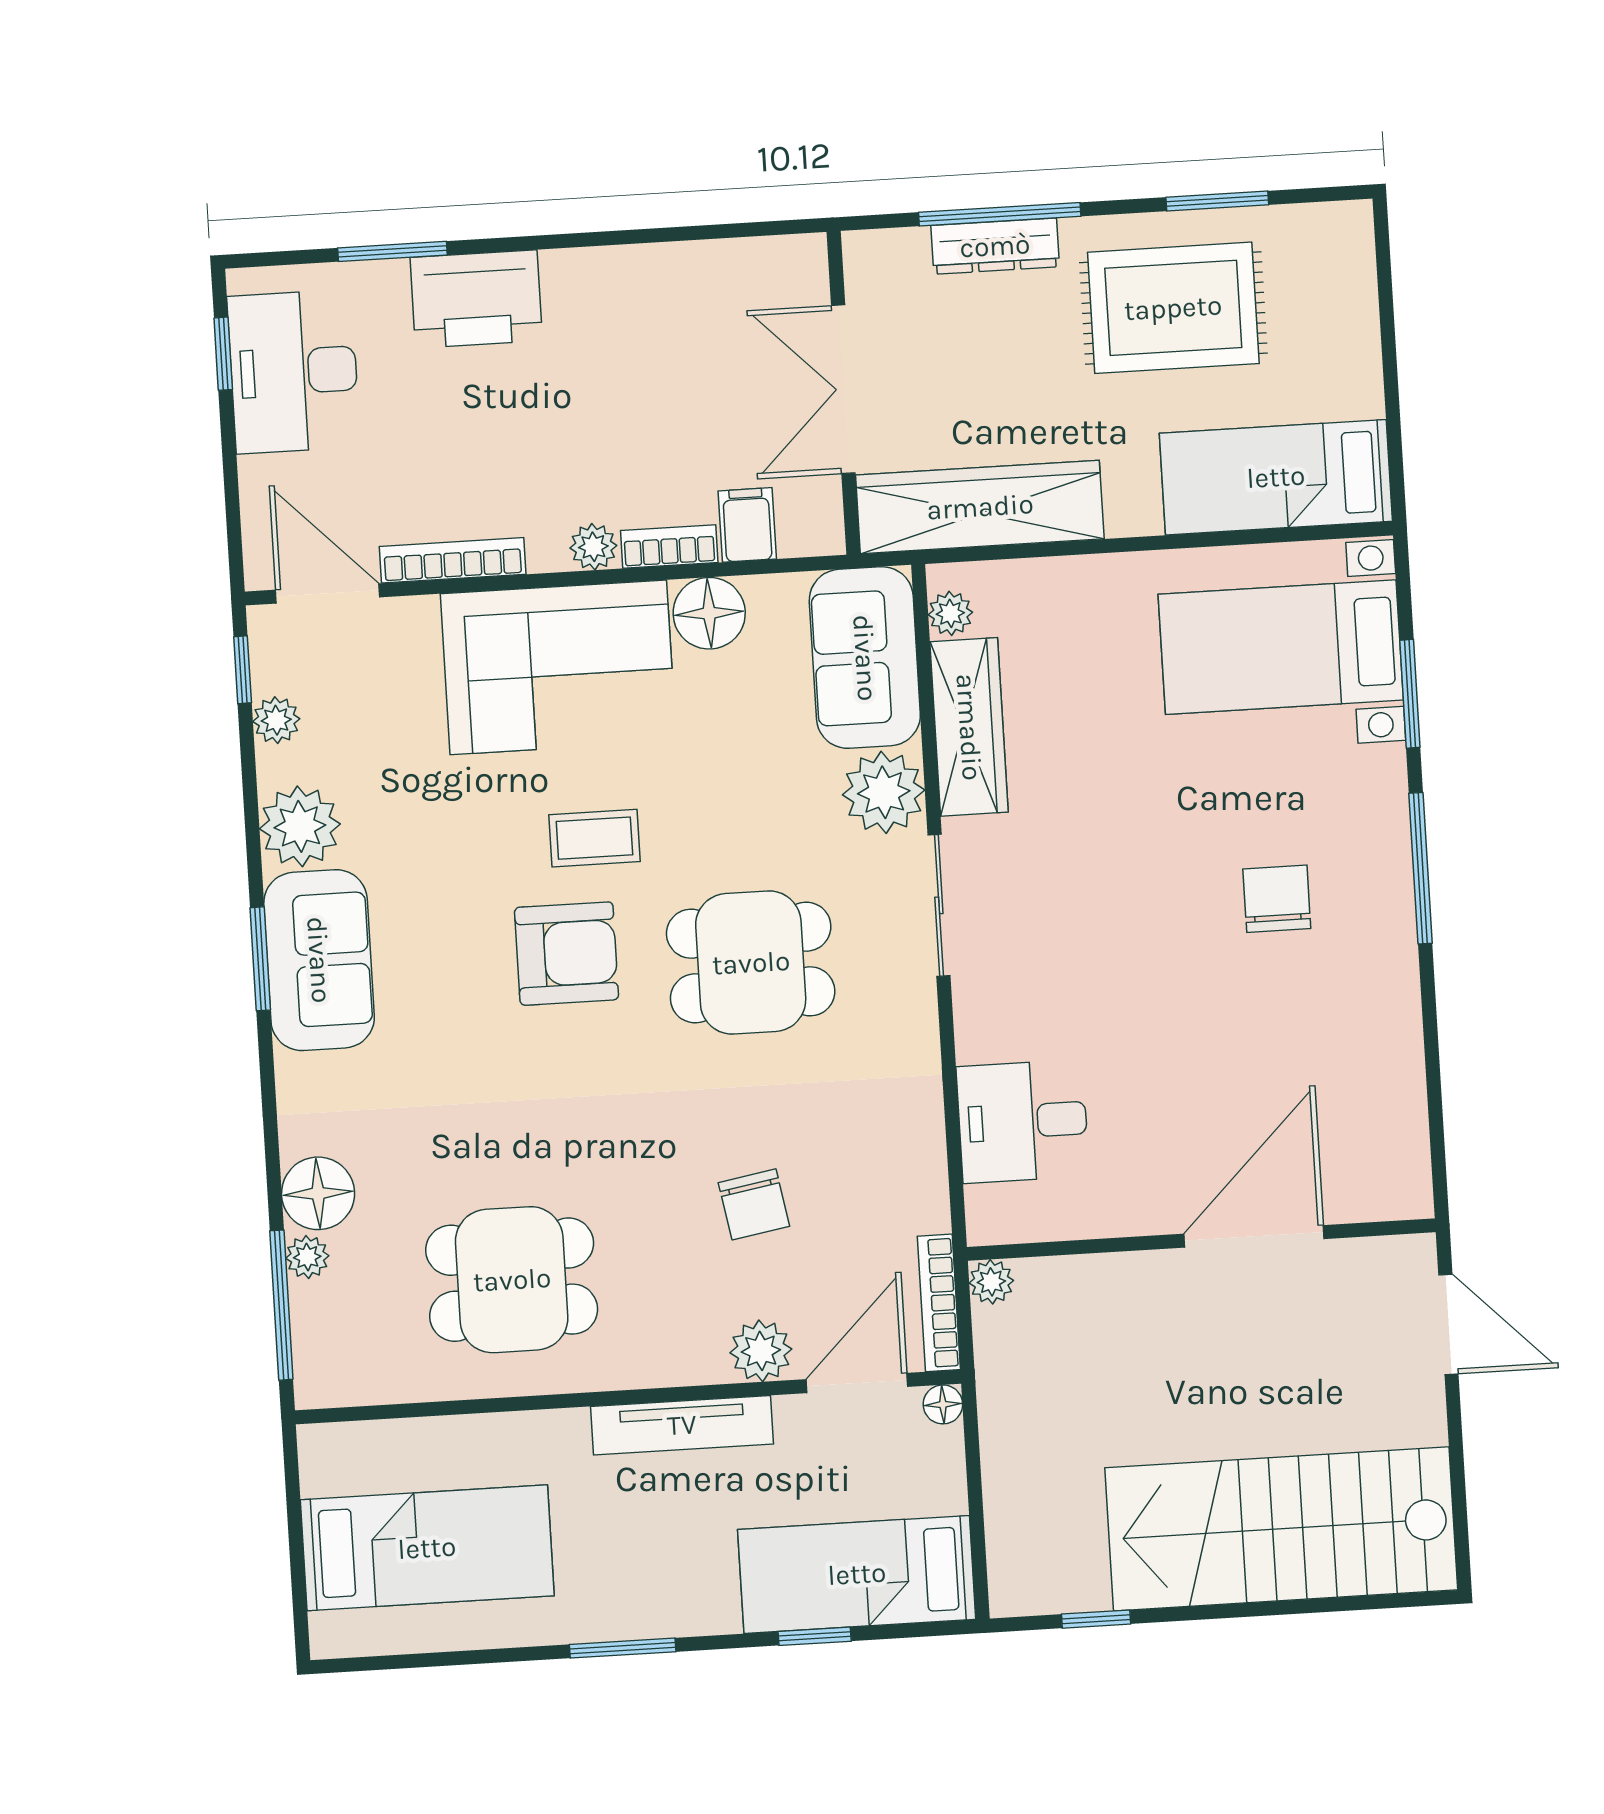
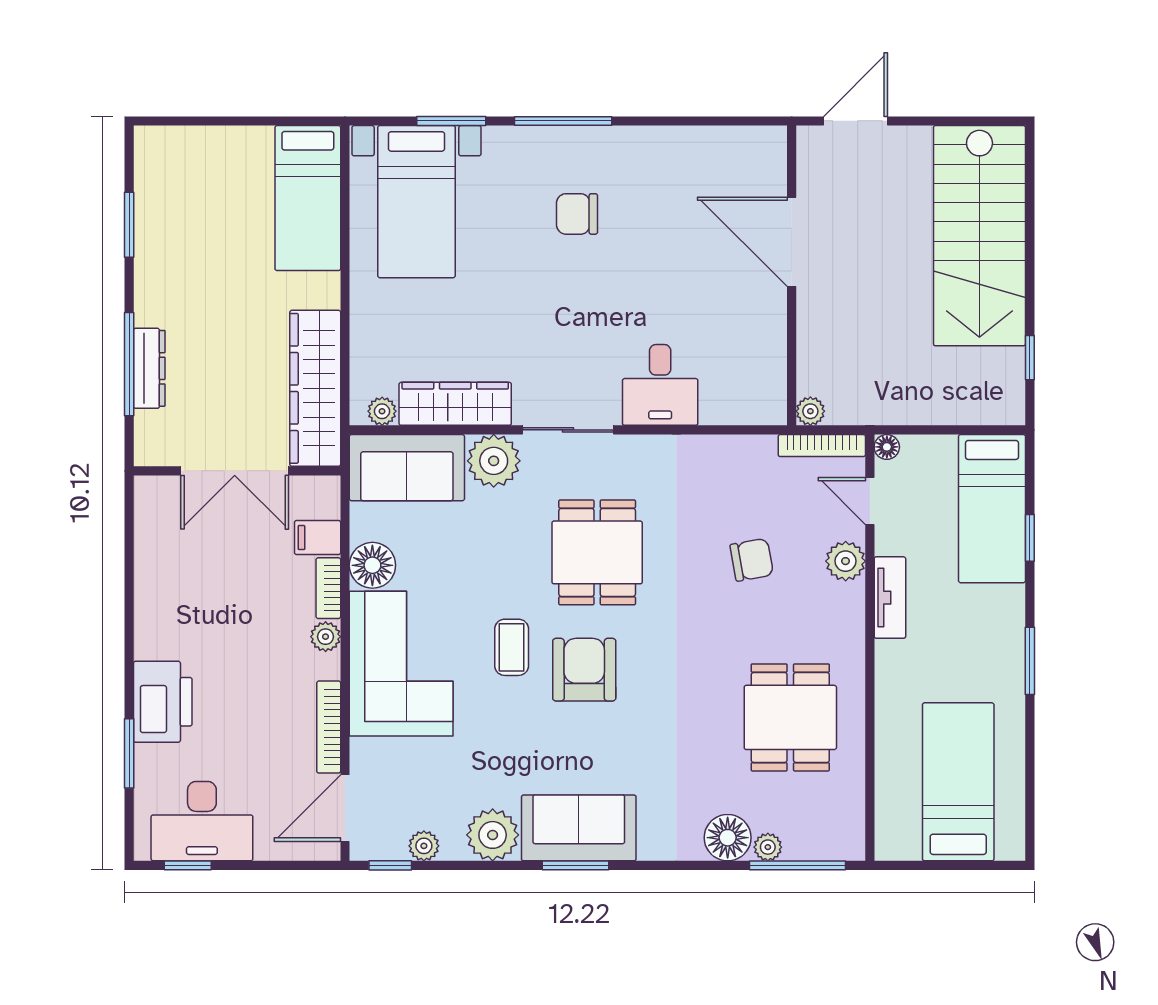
rug: (1173, 308) -> (196, 257), removed
desk: (1023, 1121) -> (660, 385), moved
door: (857, 1383) -> (870, 501), width x0.73
tv unit: (682, 1425) -> (890, 598), width x0.71

